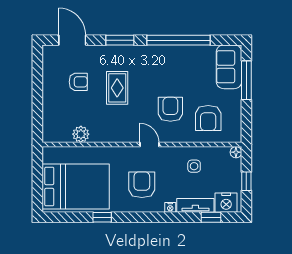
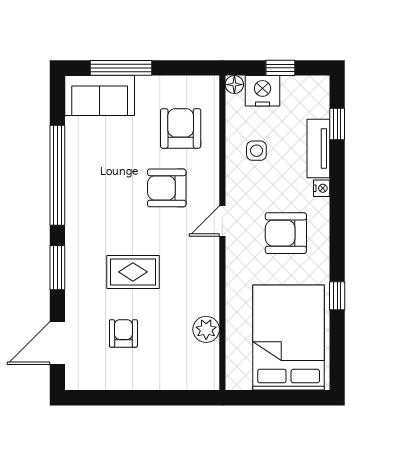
armchair: (208, 118) -> (181, 128), turned -90
nightstand: (226, 203) -> (263, 91), moved, turned -90

